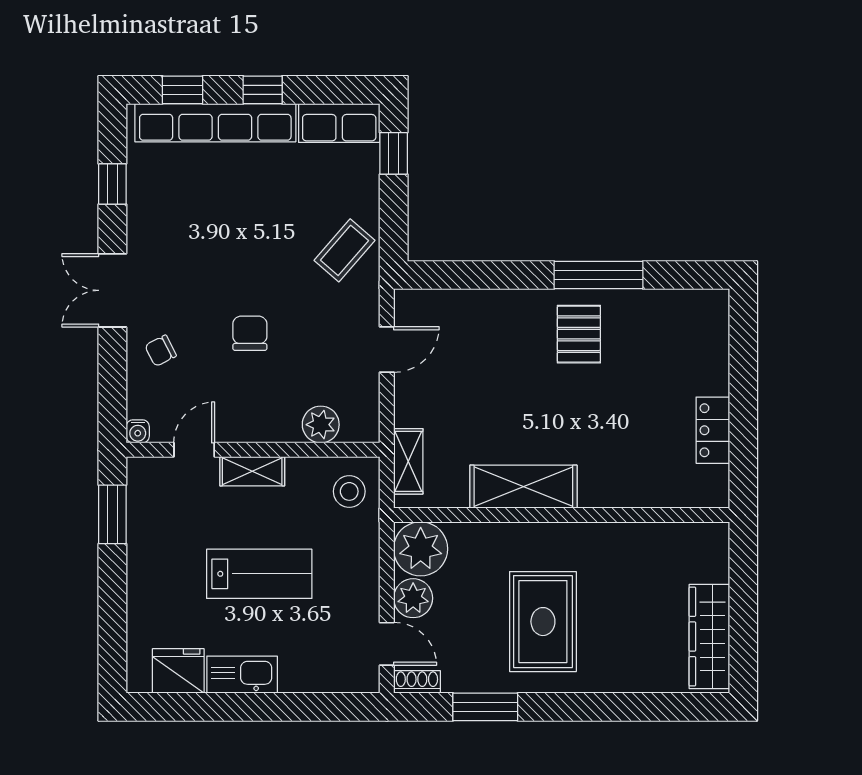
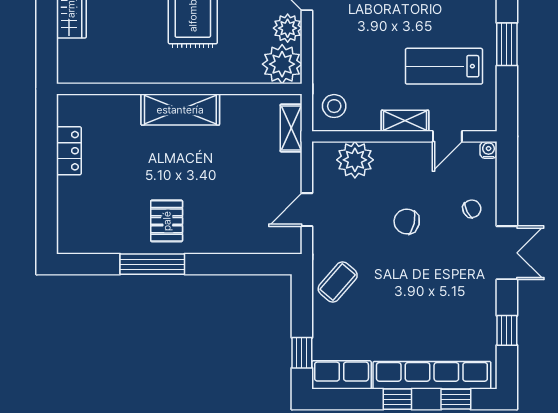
chair: (250, 333) -> (407, 222), turned 103
plant: (321, 425) -> (355, 160), width x1.36, depth x1.36
shelving: (523, 487) -> (180, 110), moved
window: (112, 514) -> (507, 44), moved
lab bench: (259, 574) -> (444, 66), moved

